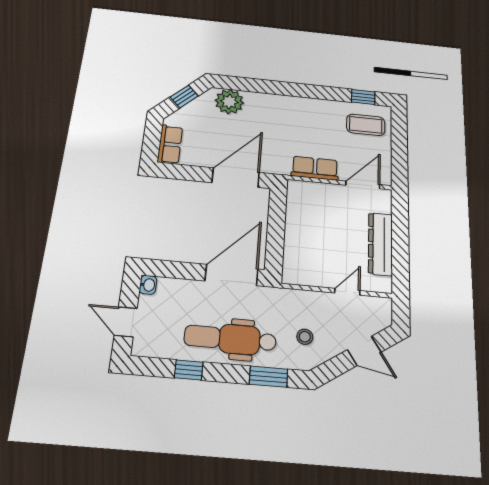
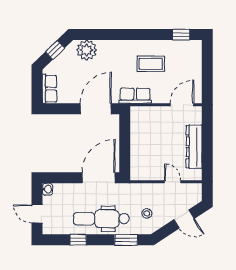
coffee table: (366, 125) -> (151, 64), moved
row of seats: (315, 168) -> (135, 96), moved
door: (347, 292) -> (173, 182), hinge flipped

